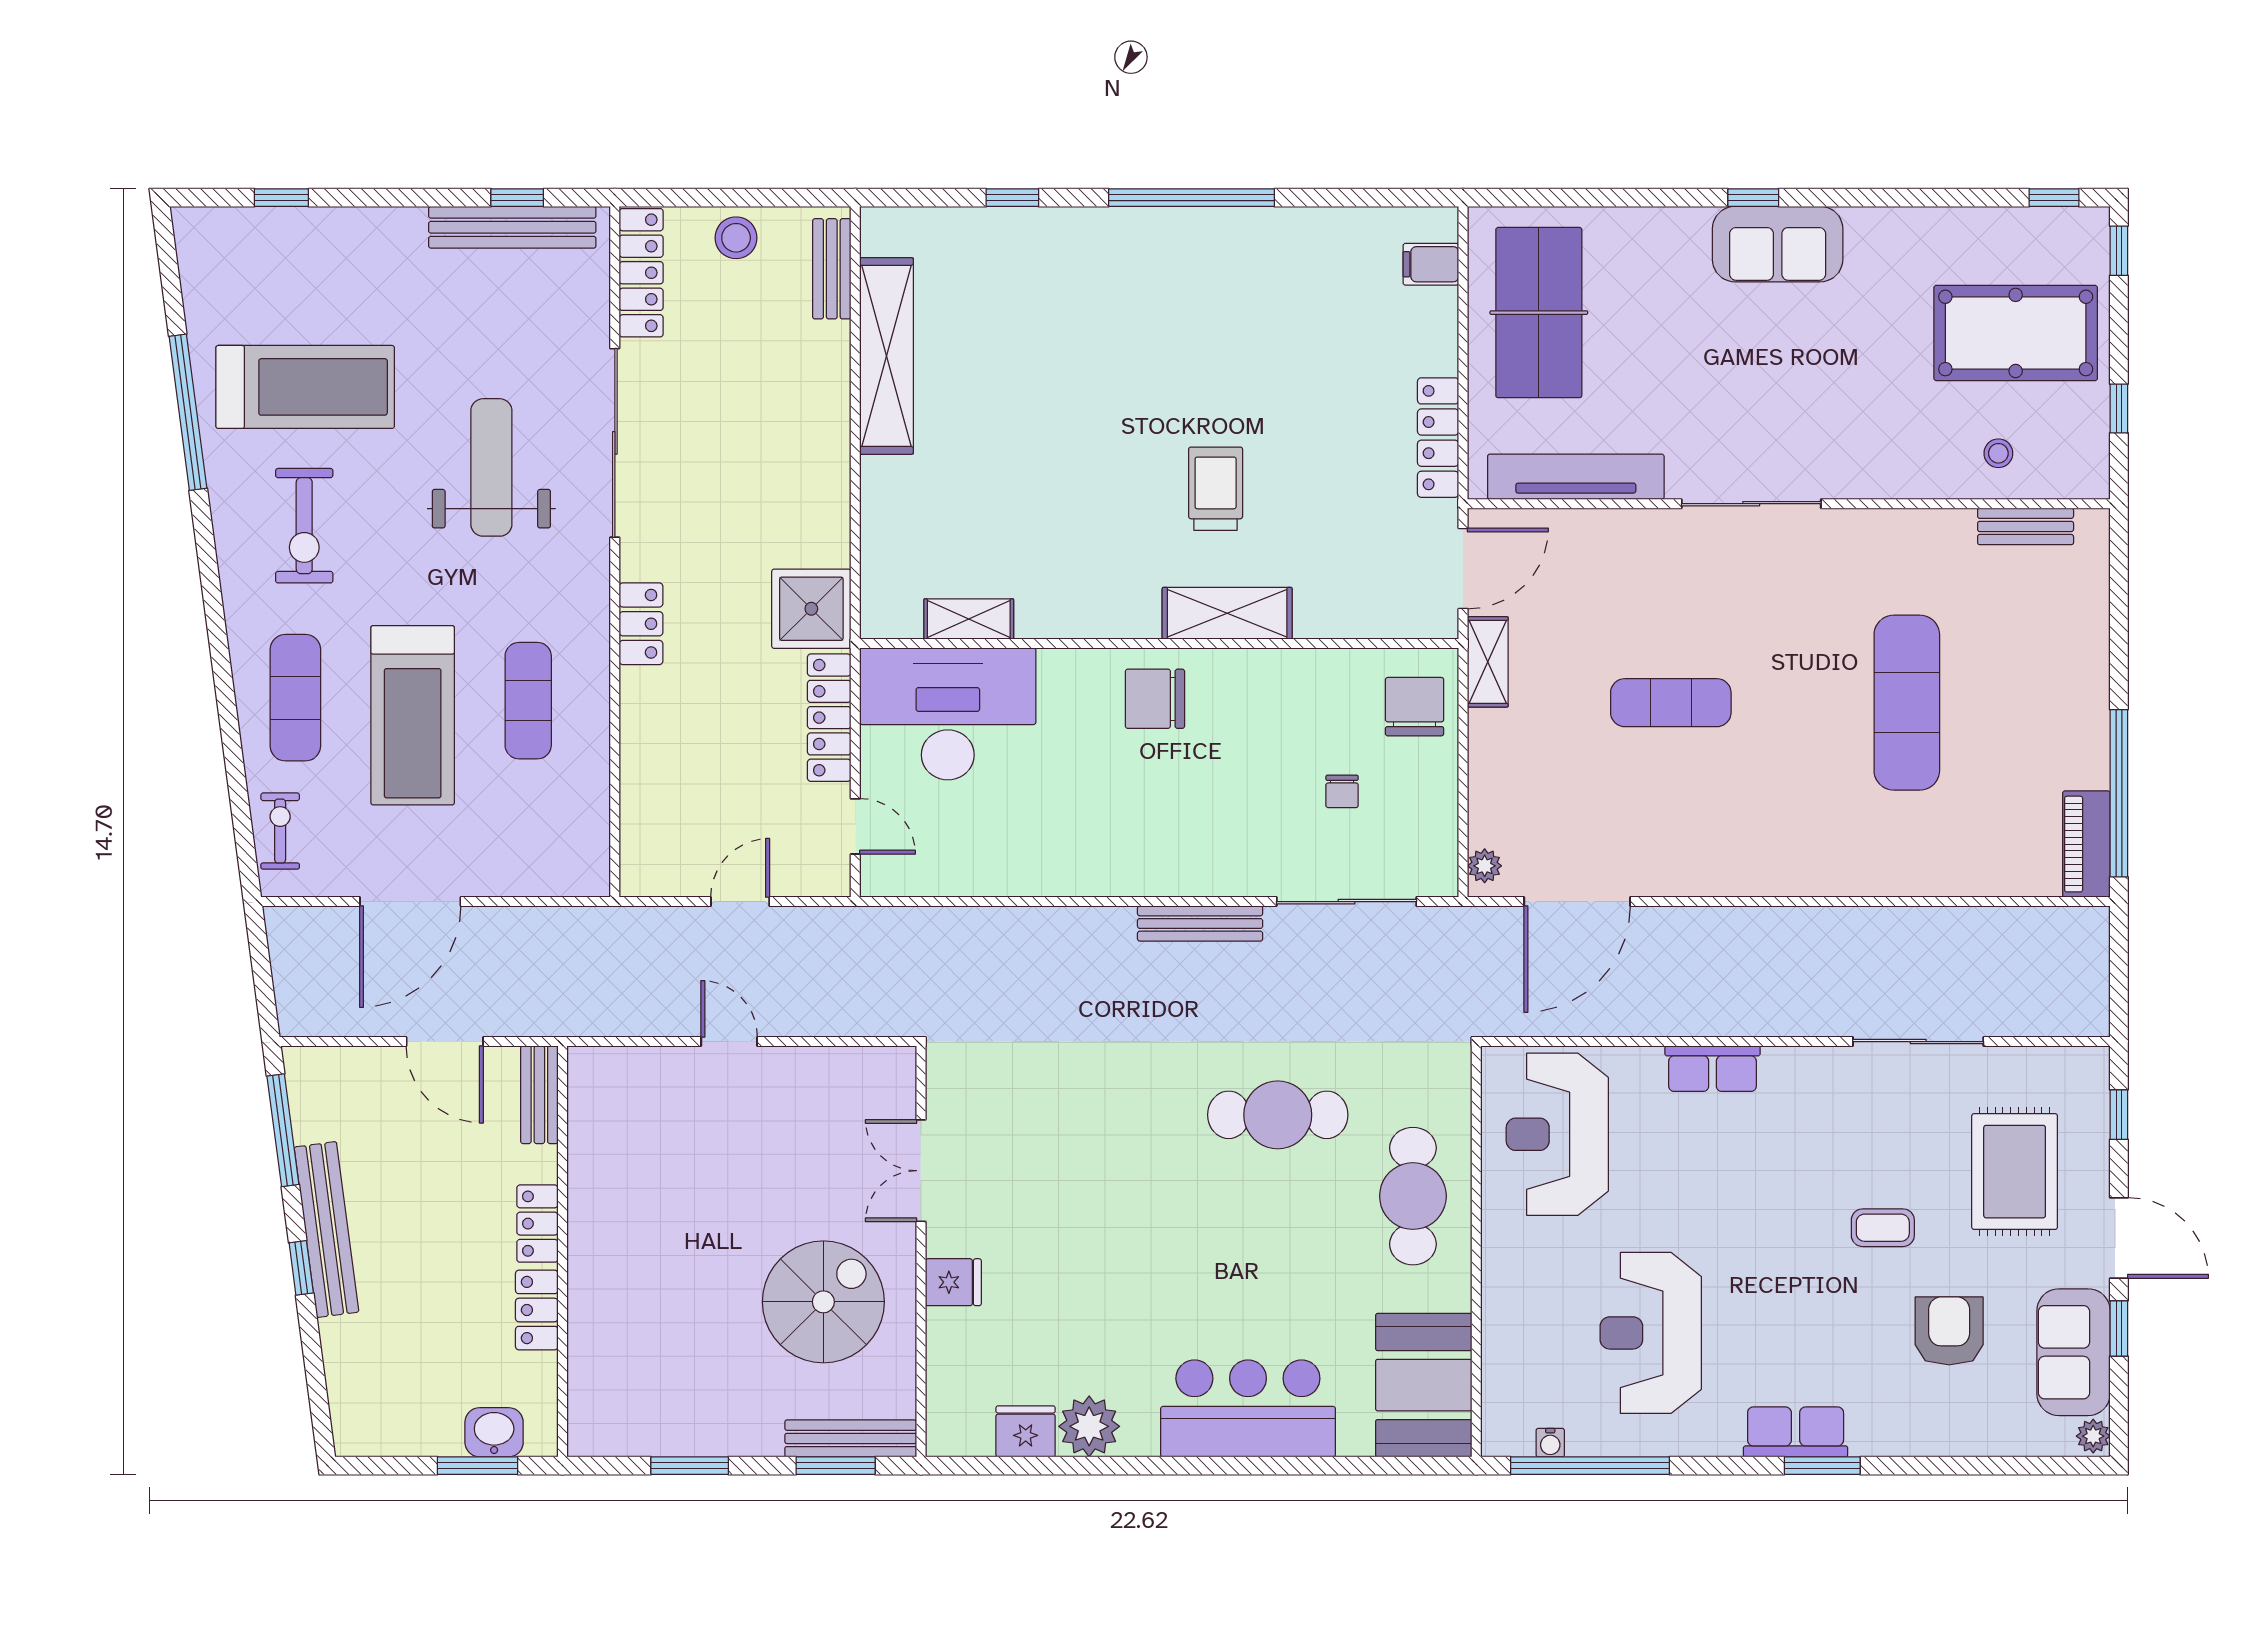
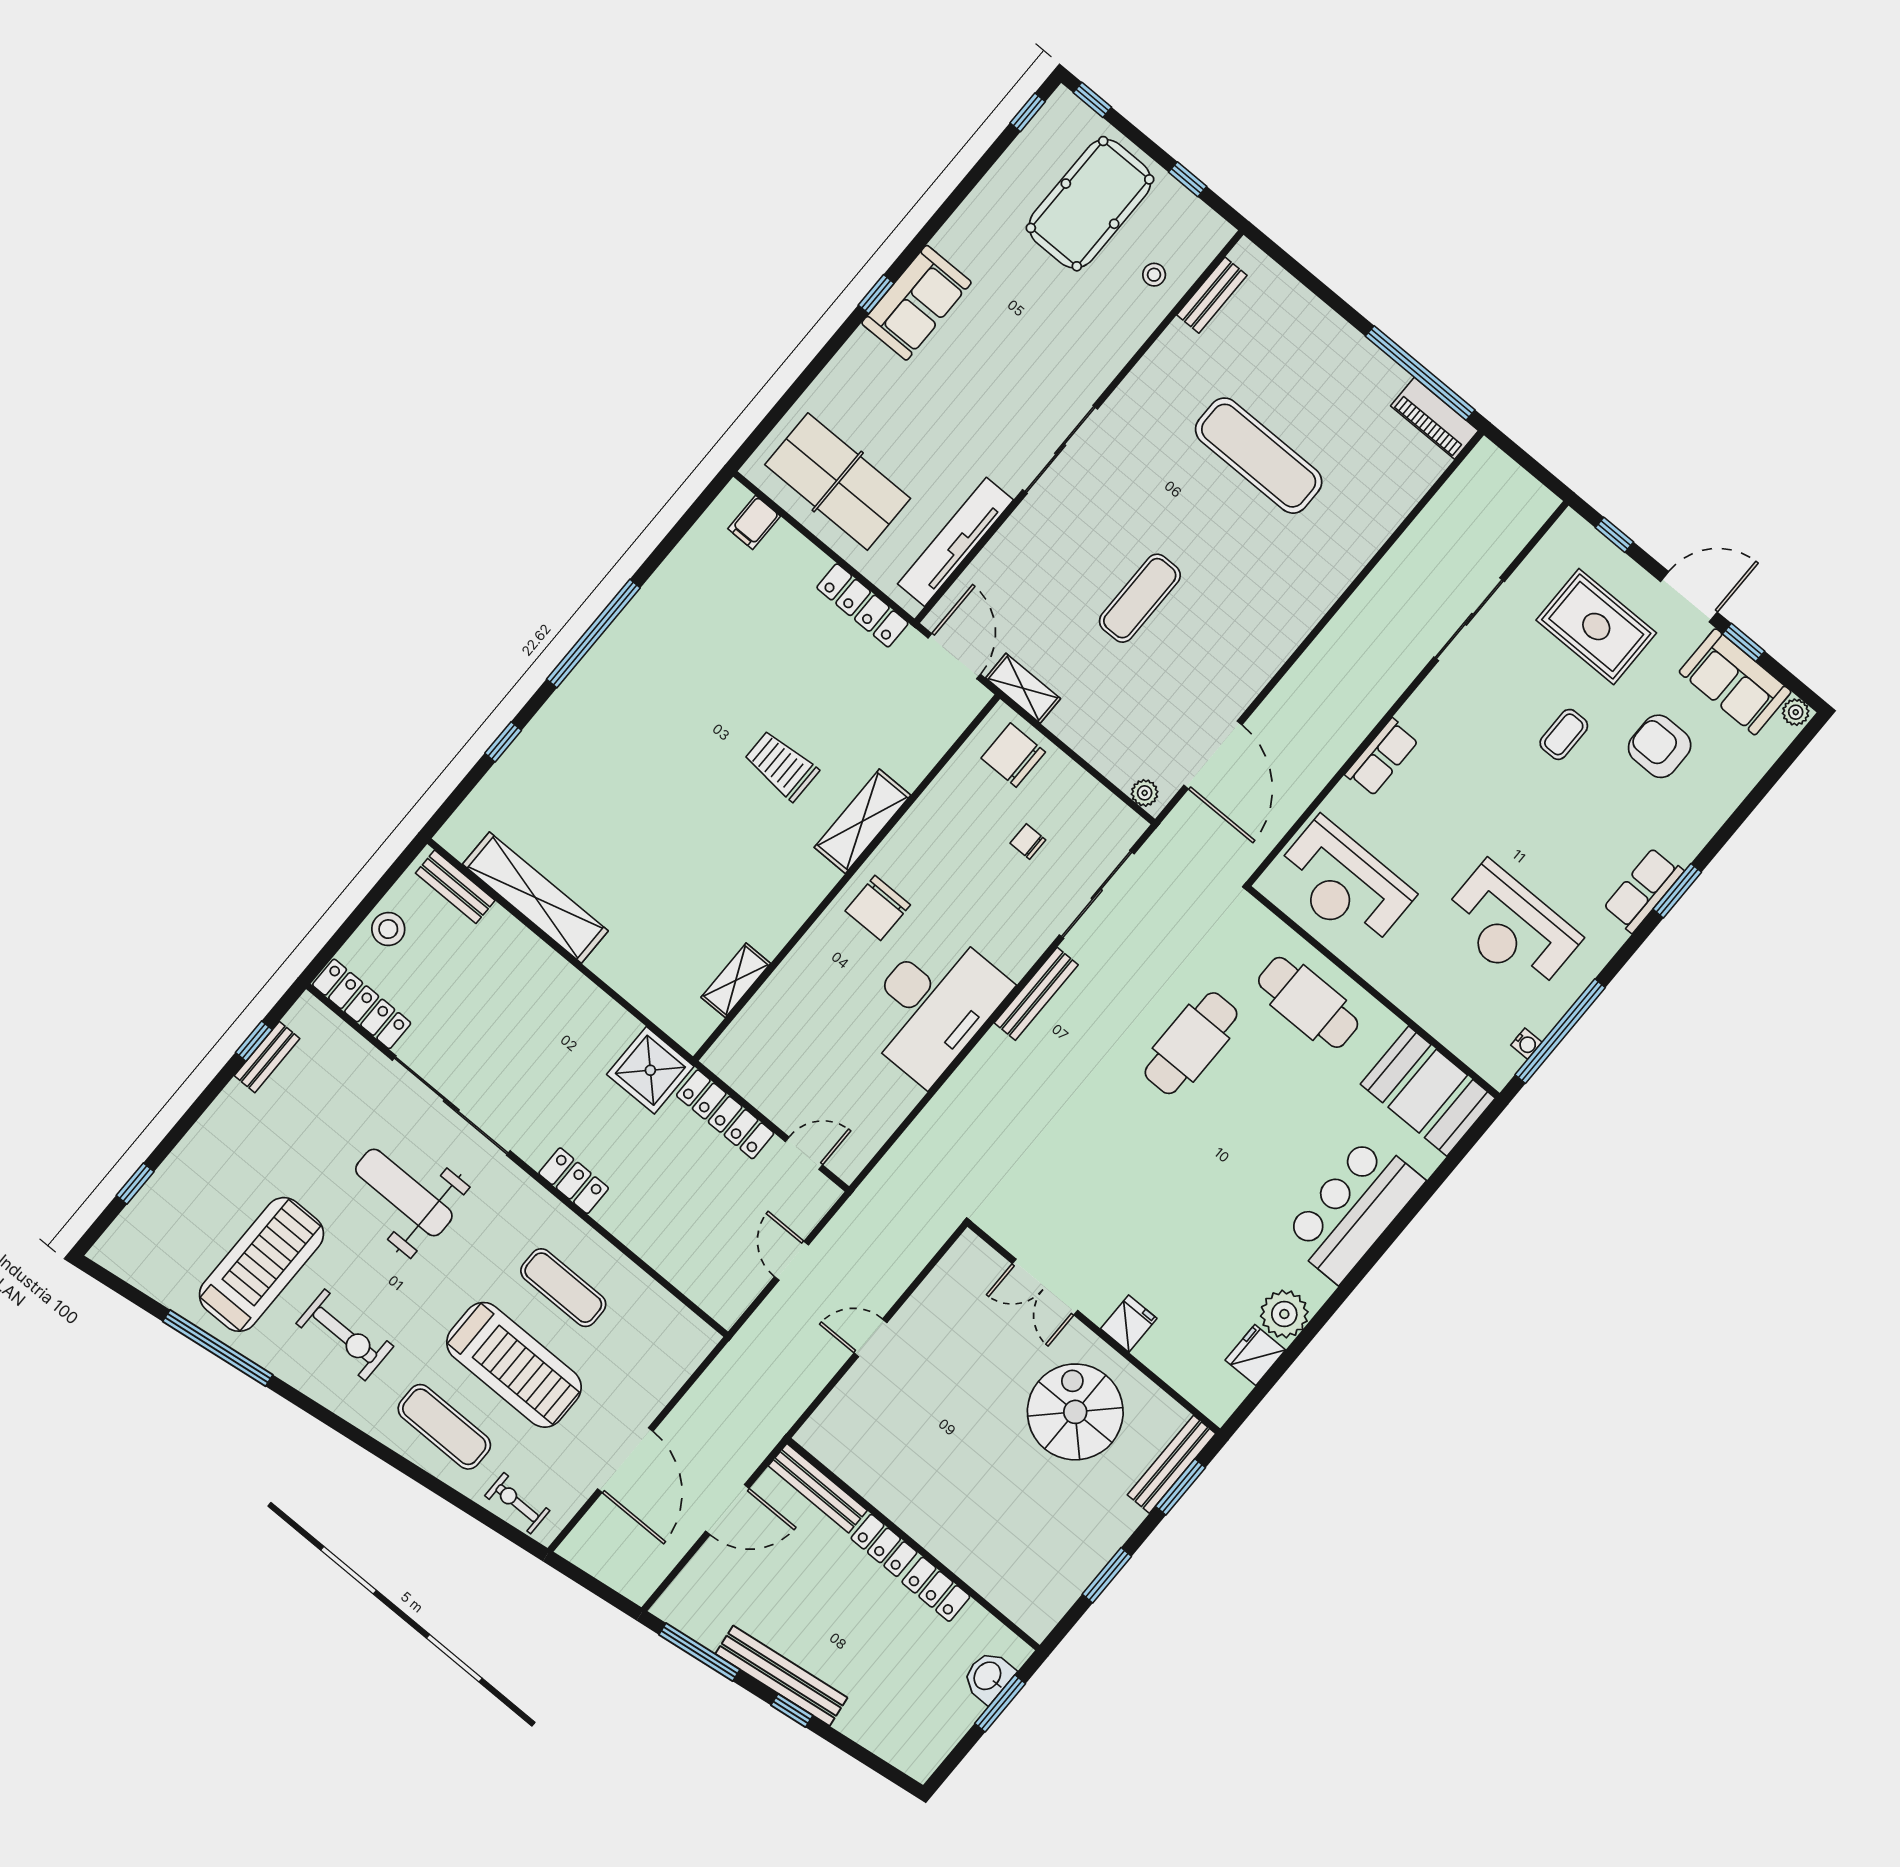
bench: (512, 227) -> (267, 1057), width x0.54, depth x0.82
desk: (948, 714) -> (932, 1005), moved, turned 180
chair: (1342, 791) -> (1028, 842), turned 180
bench: (539, 1095) -> (818, 1488), width x1.36

